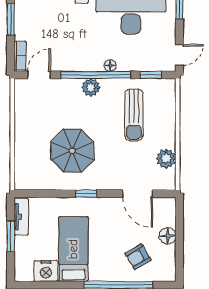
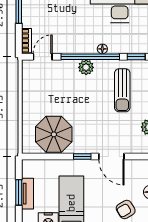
parasol: (72, 151) -> (54, 134), moved
door: (138, 194) -> (111, 157), moved
tv unit: (21, 217) -> (28, 194), moved

